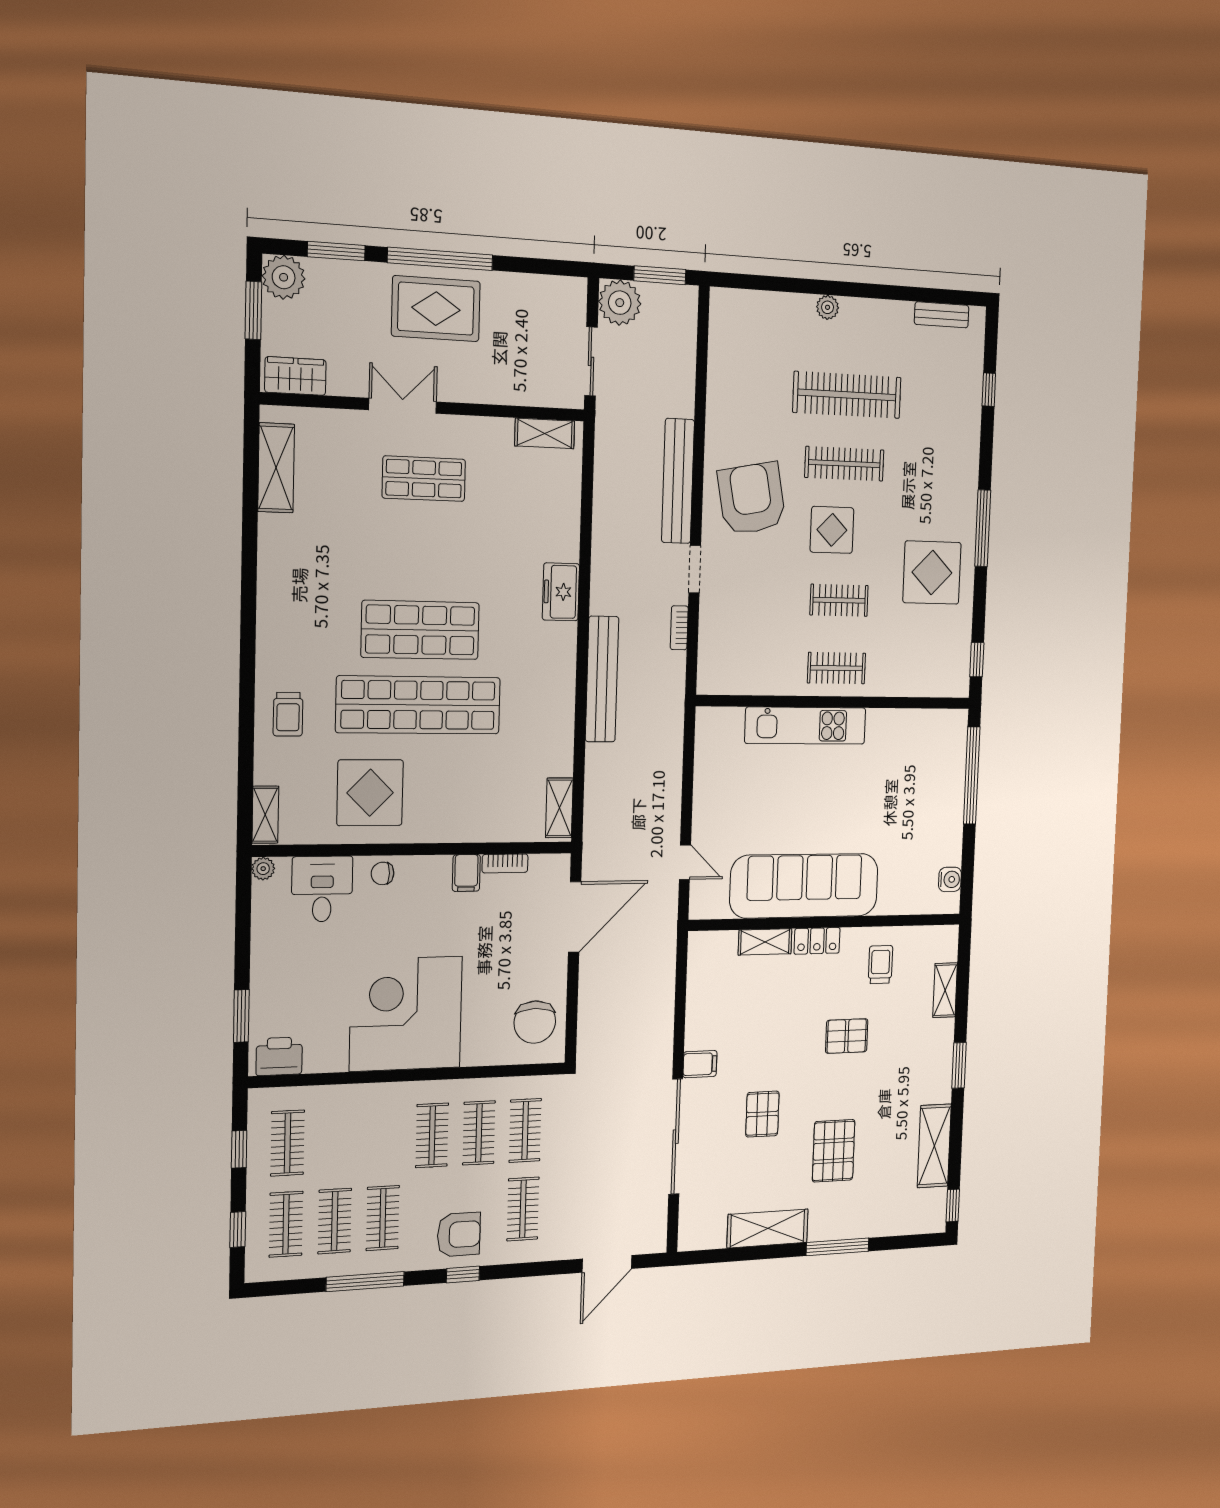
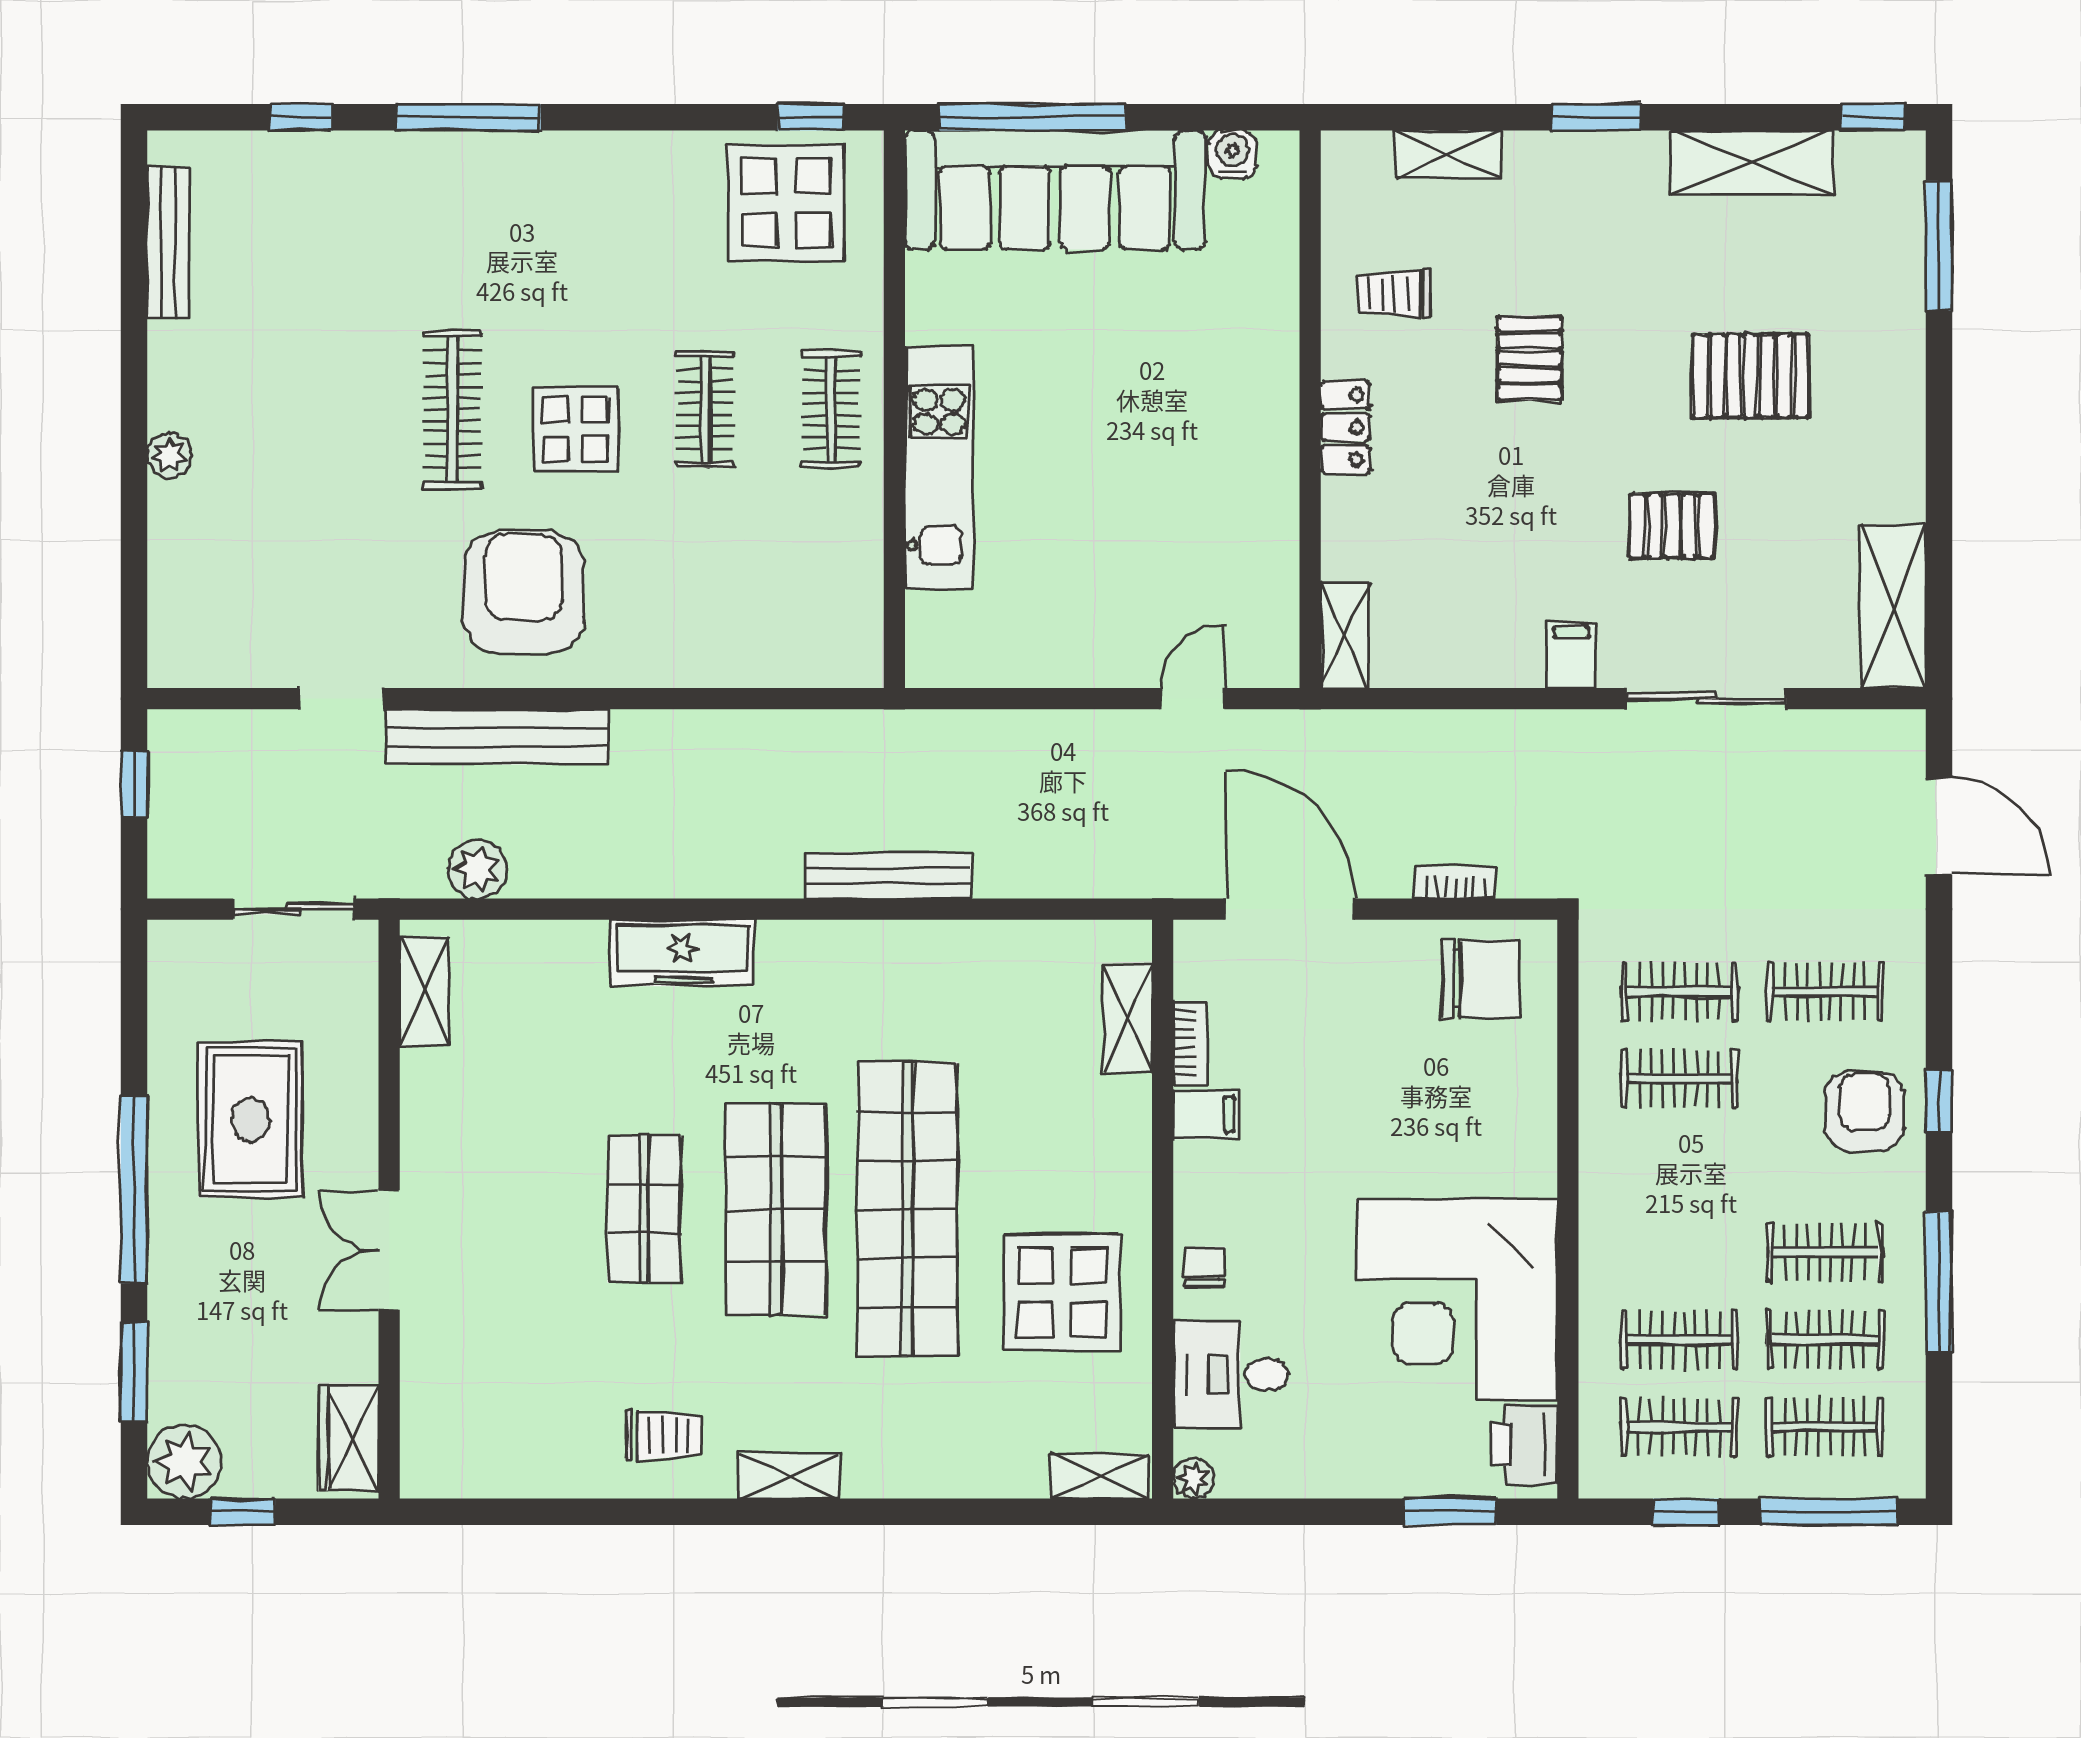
window: (660, 275) -> (134, 784), width x0.67
plant: (620, 303) -> (477, 869), moved, width x0.73, depth x0.73
rug: (436, 309) -> (251, 1119), moved
window: (253, 310) -> (243, 1512), width x0.67
bench: (942, 315) -> (168, 243), width x1.36
clothes rail: (847, 395) -> (326, 409), removed
shelving: (276, 468) -> (789, 1476), moved, width x0.67, depth x0.75
shop shelf: (424, 479) -> (644, 1209), moved
armchair: (752, 499) -> (524, 592), turned 101
window: (983, 528) -> (468, 117), moved
doorway: (695, 569) -> (341, 699), moved
display table: (932, 573) -> (786, 203), moved
freezer: (561, 592) -> (682, 953), width x1.40
bookcase: (679, 628) -> (1455, 883), moved, turned 180
bench: (602, 679) -> (888, 875), width x0.73, depth x0.82
trolley: (288, 714) -> (664, 1435), moved
shelving: (559, 808) -> (1128, 1018), moved, turned 90
chair: (383, 873) -> (1205, 1267), turned 180
sofa: (804, 886) -> (1055, 190), moved, turned -90
shelving: (765, 942) -> (1345, 635), moved
corner desk: (406, 1014) -> (1457, 1299), moved
clothes rail: (432, 1135) -> (1679, 1340), moved
sliding door: (676, 1137) -> (1706, 699), width x0.73
shelving: (768, 1228) -> (1893, 606), moved
window: (238, 1230) -> (1829, 1512), width x2.17
window: (838, 1247) -> (1939, 246), moved

